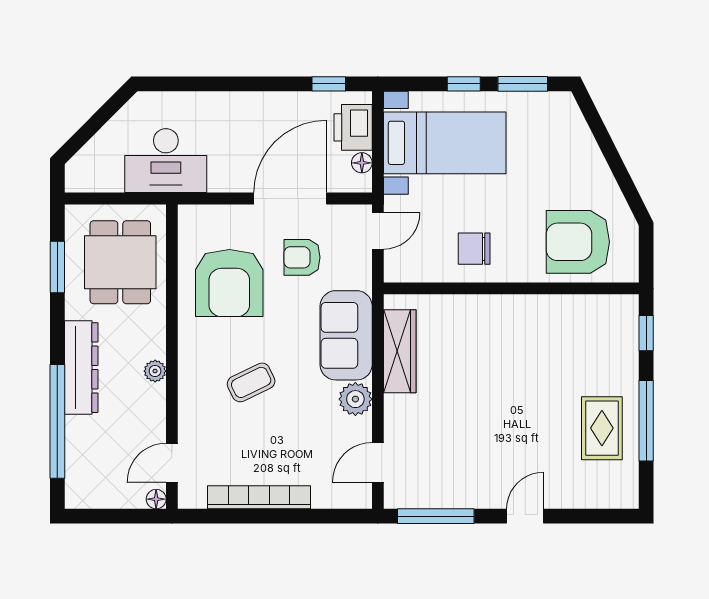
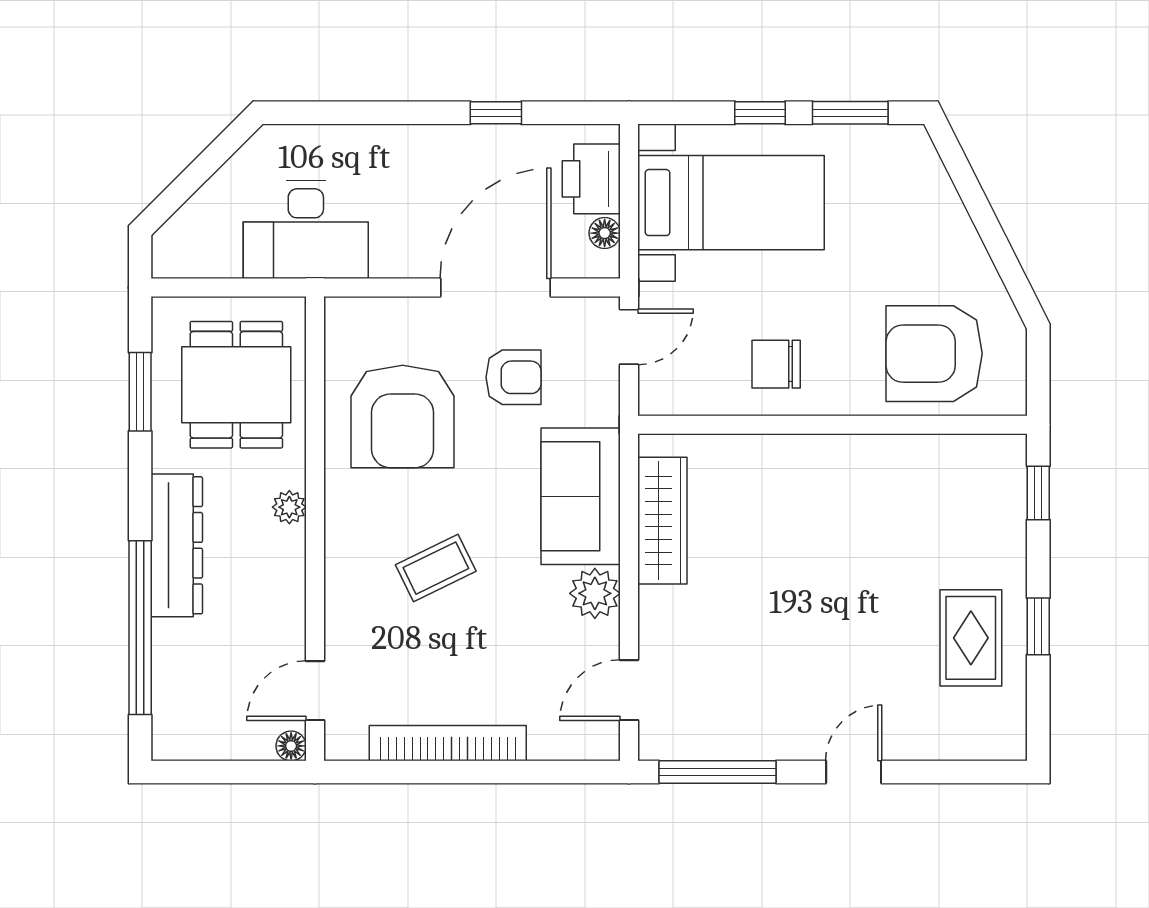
window: (329, 84) -> (496, 113), moved
armchair: (302, 257) -> (513, 377), turned 180
plant: (155, 371) -> (289, 507), moved
window: (646, 421) -> (1038, 626), width x0.46

